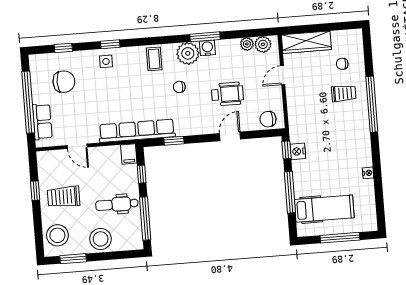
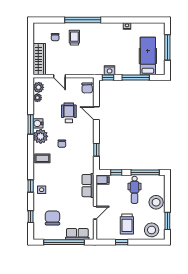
row of seats: (137, 131) -> (88, 186), width x0.50

